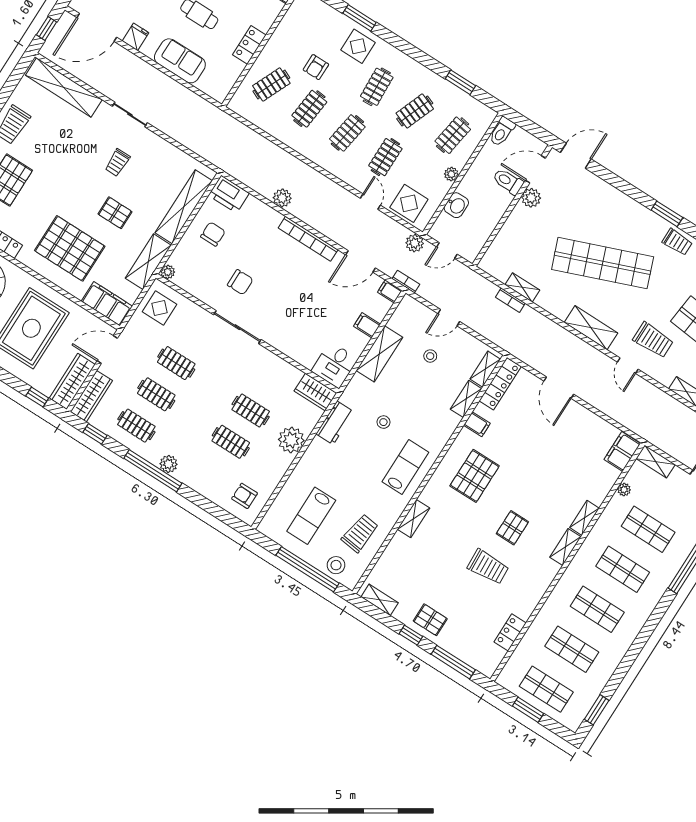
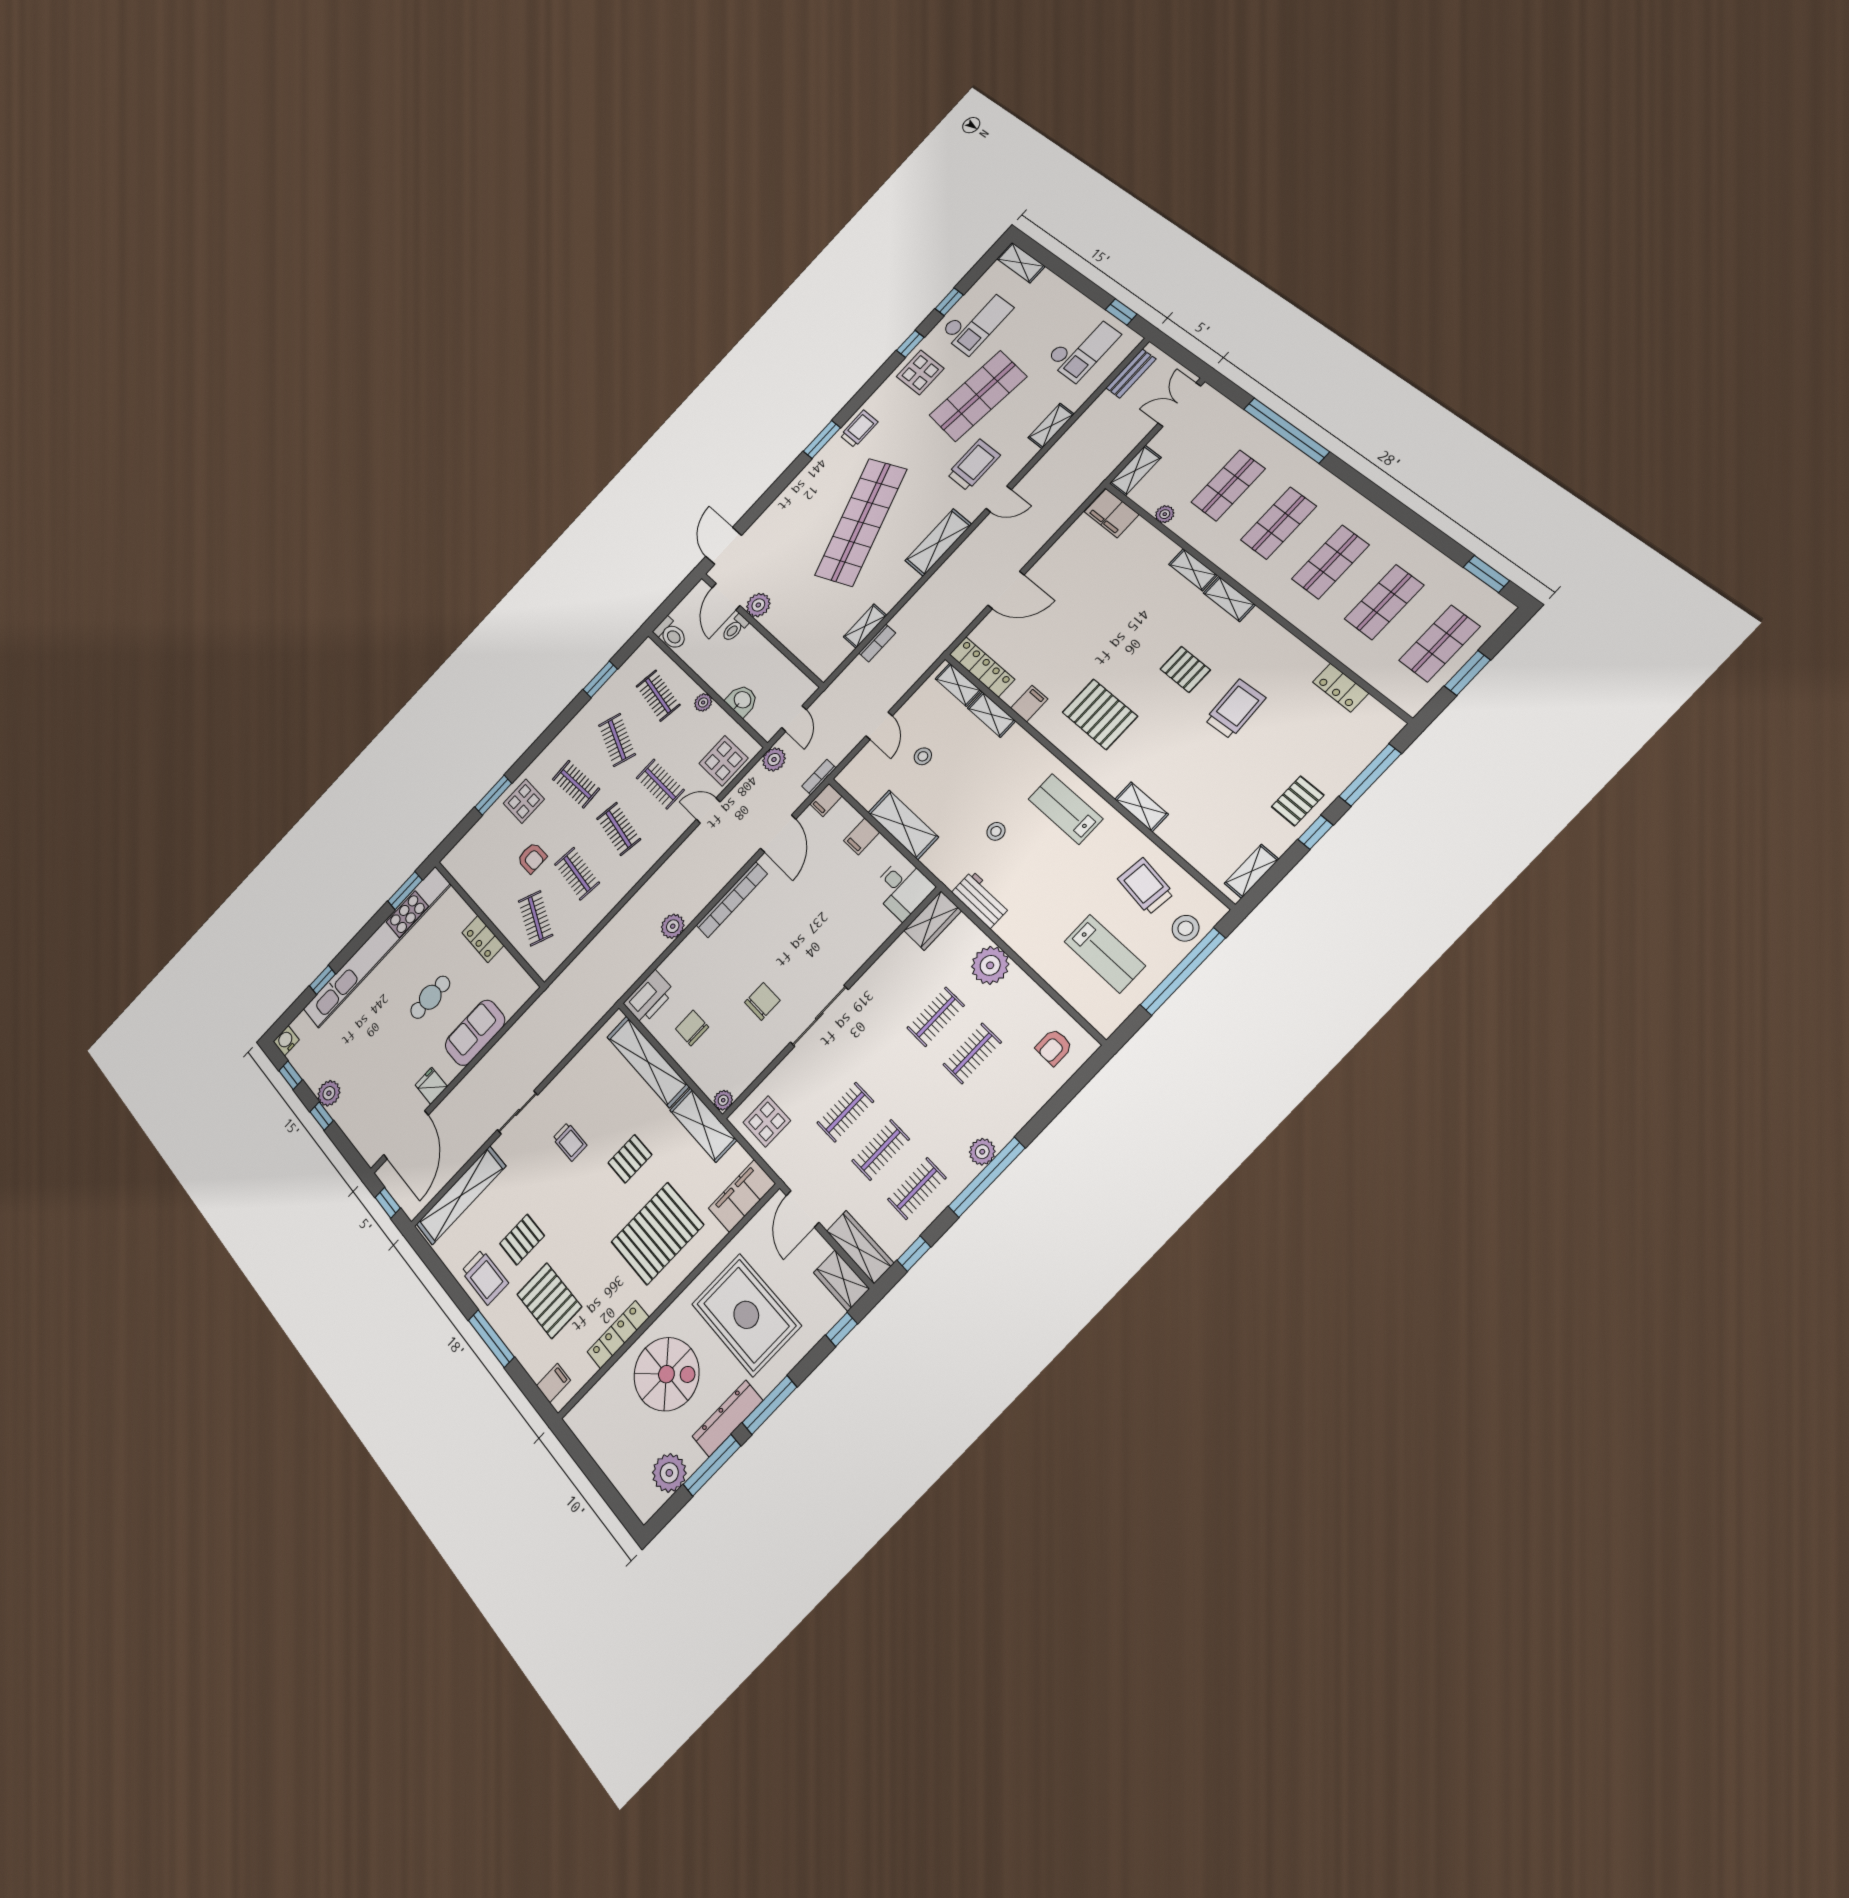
pallet: (44, 146) -> (522, 1240), added
toilet: (508, 181) -> (735, 628), width x0.73, depth x0.72
wardrobe: (72, 381) -> (841, 1281), width x0.67

